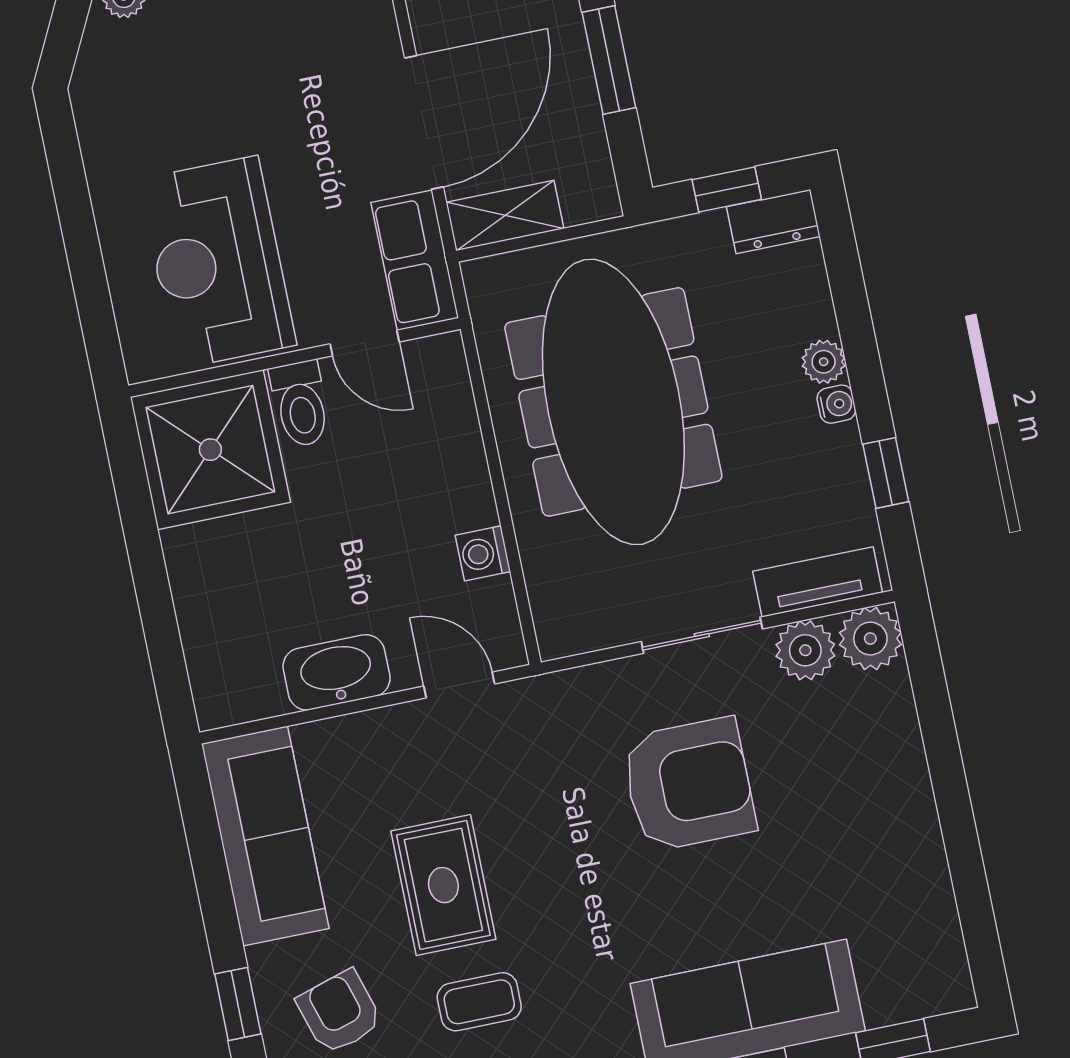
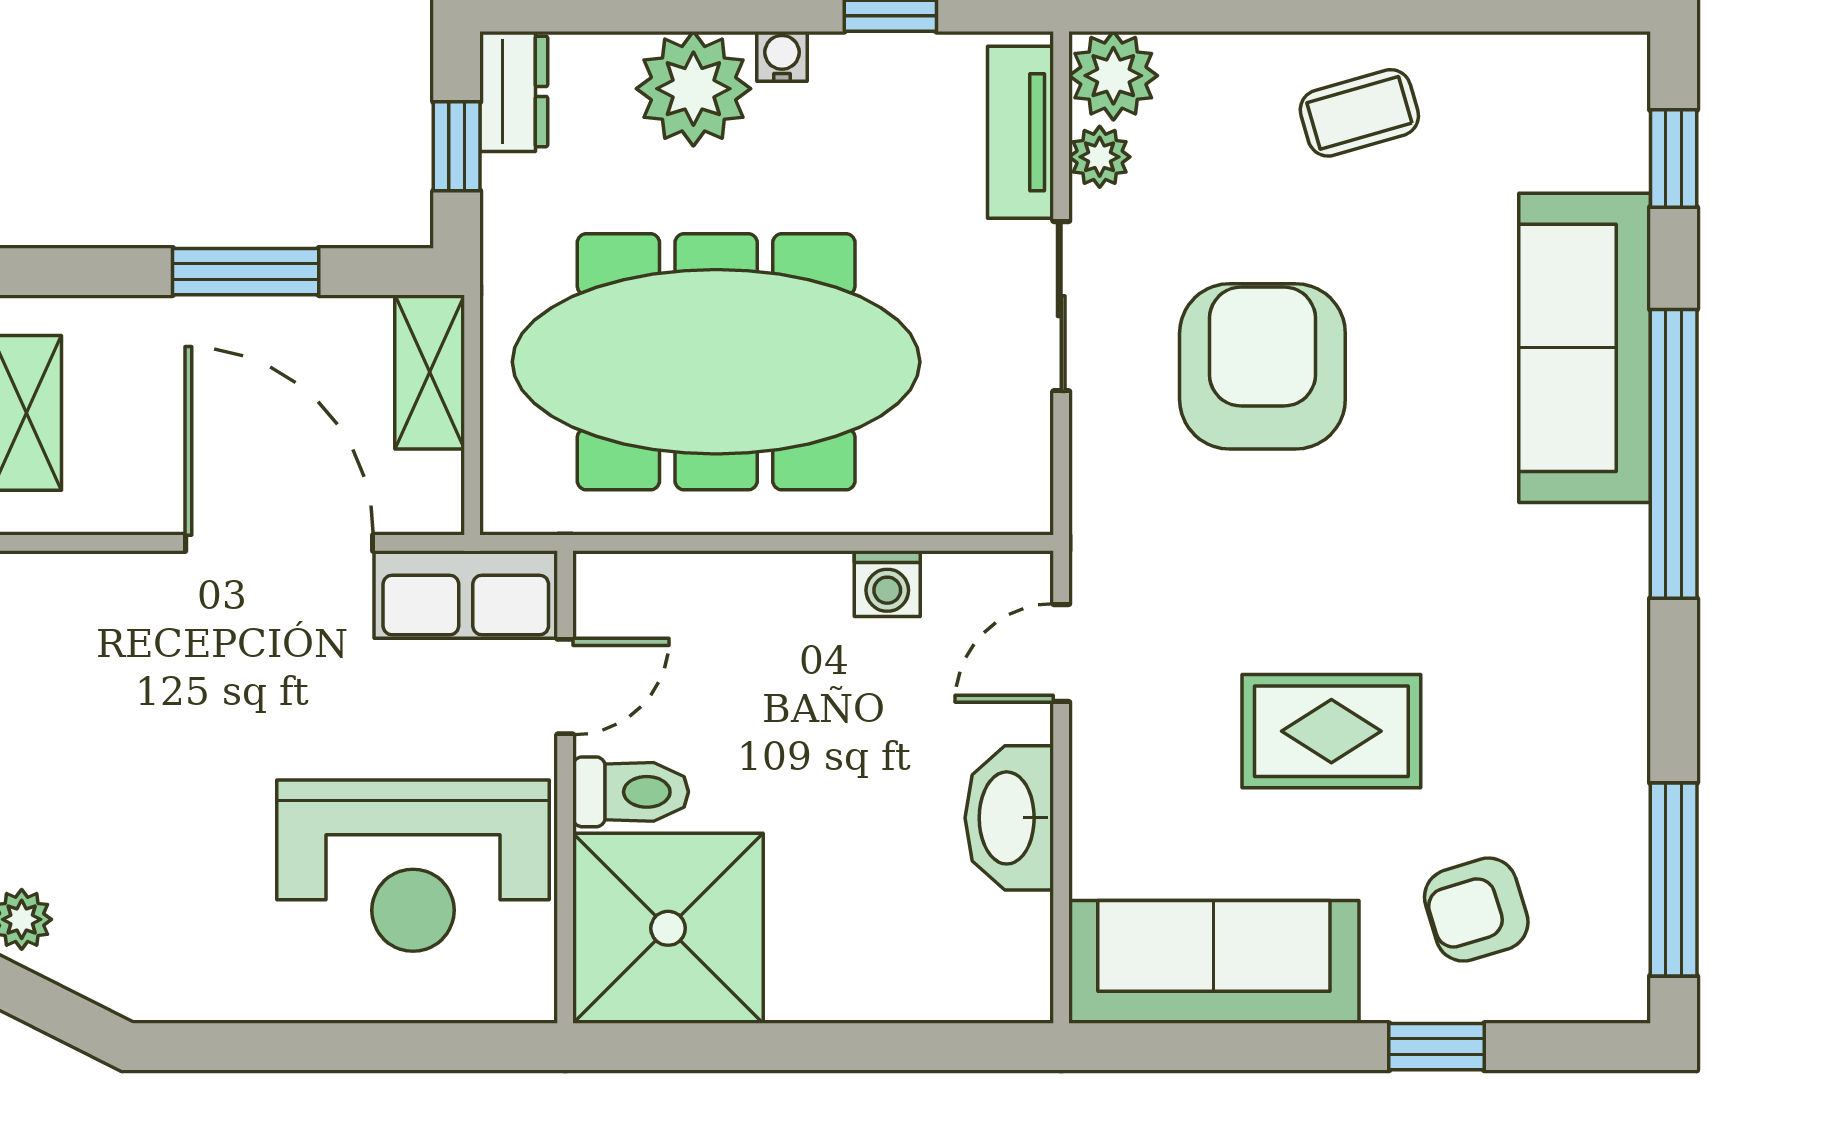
shelving: (505, 215) -> (430, 372), moved
plant: (824, 362) -> (693, 89), width x1.88, depth x1.88
plant: (805, 650) -> (1100, 157), width x0.73, depth x0.73
coffee table: (479, 1002) -> (1359, 113), moved, turned 74

